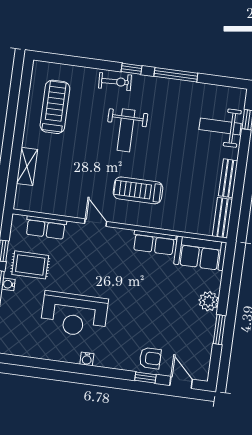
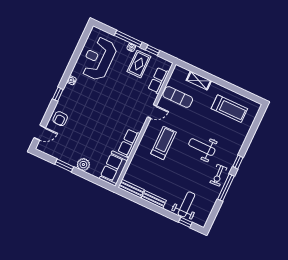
exercise bike: (115, 82) -> (218, 175), moved
exercise mat: (62, 191) -> (178, 97), added
reception desk: (74, 314) -> (99, 59), moved
window: (145, 378) -> (58, 94), moved

